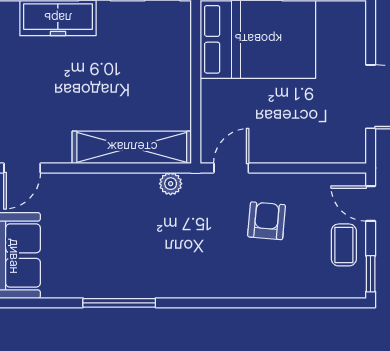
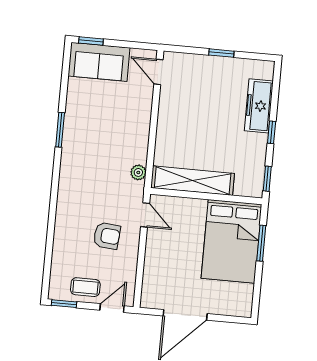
shelving: (132, 147) -> (193, 181), moved, turned 90
window: (119, 303) -> (60, 130), width x0.69

